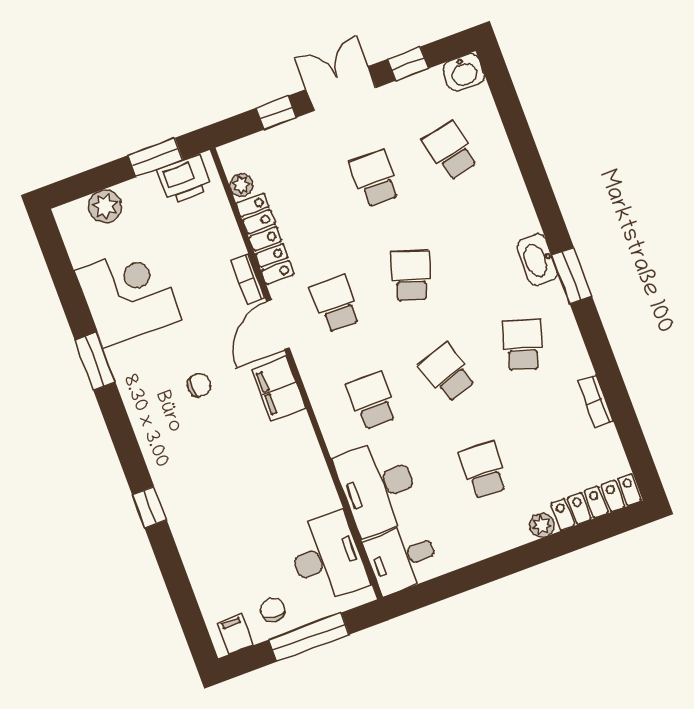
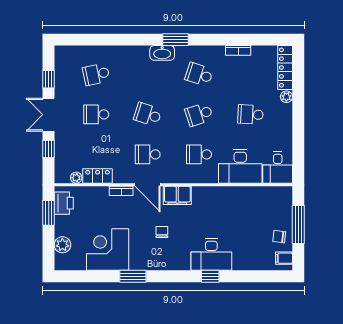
washbasin: (464, 72) -> (62, 55), removed
locker: (265, 239) -> (98, 176), width x0.66
desk: (327, 557) -> (211, 254), moved, turned 180

